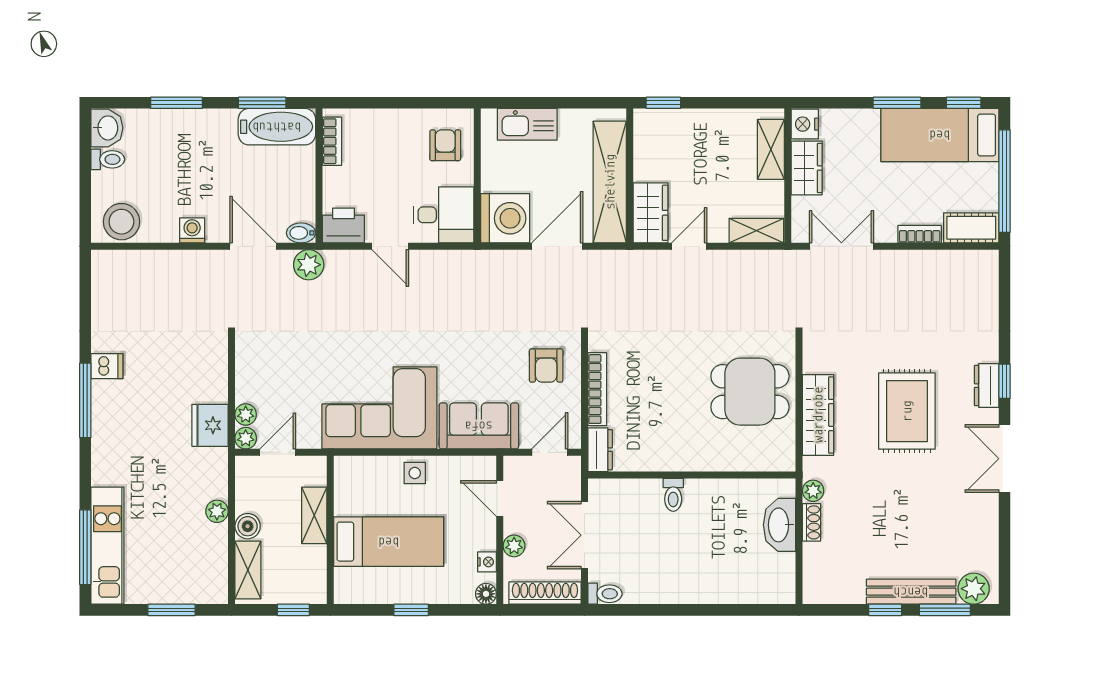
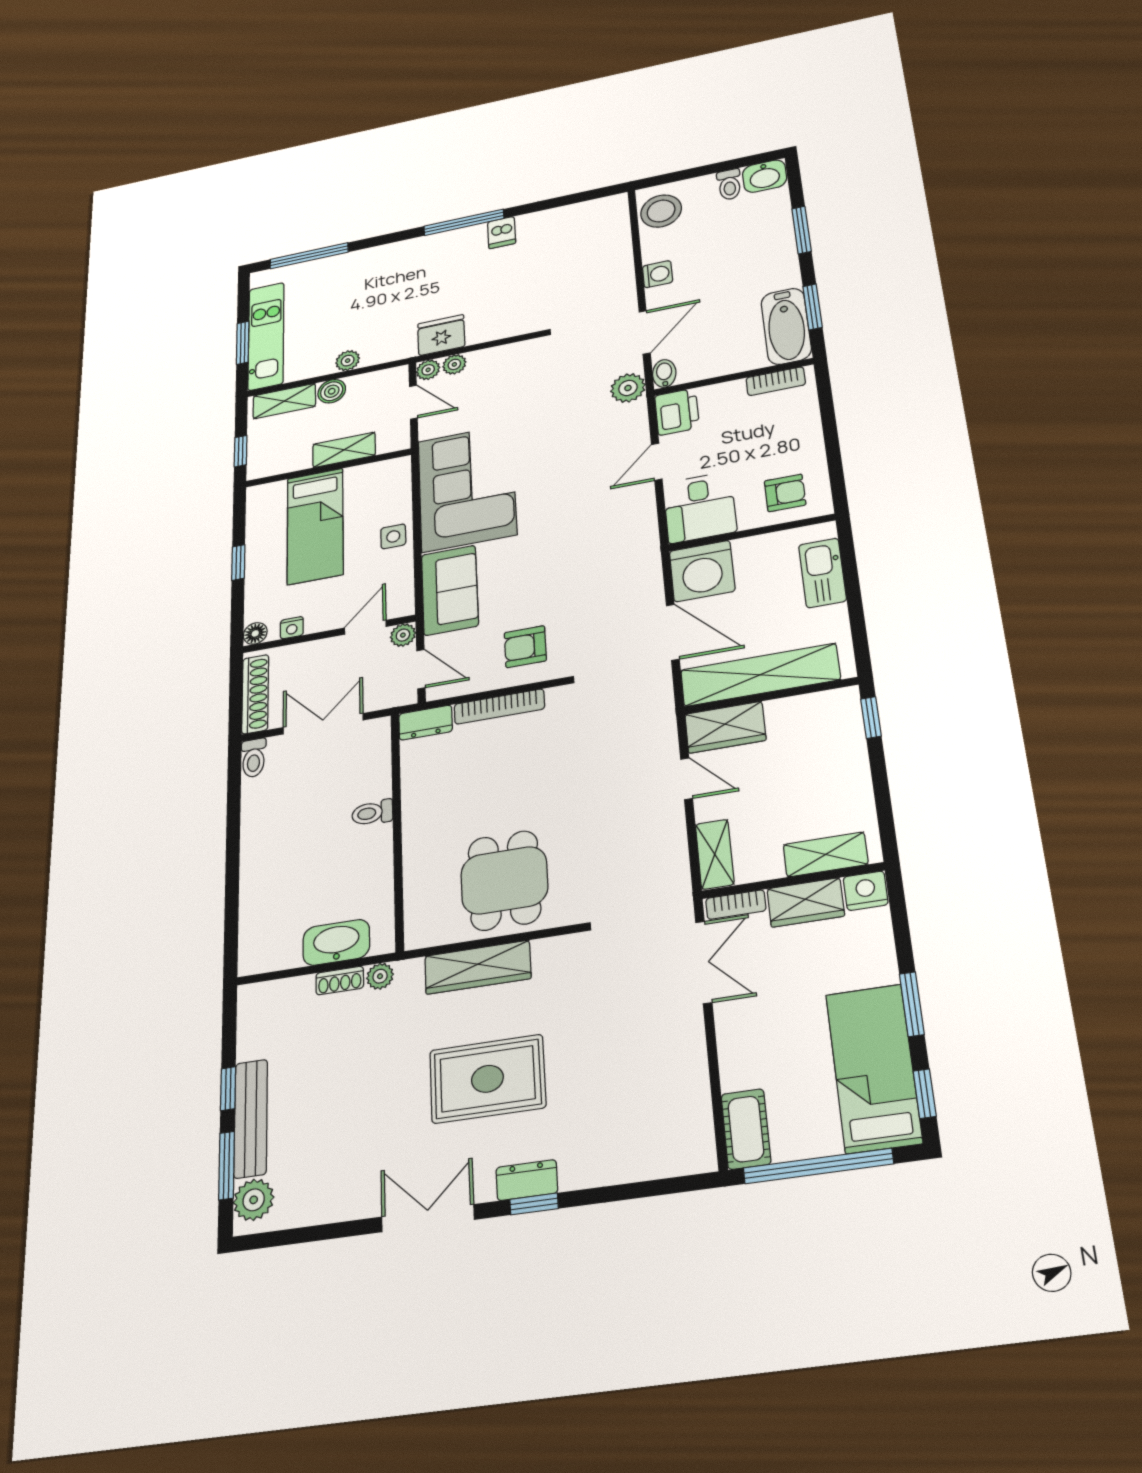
bookcase: (920, 234) -> (736, 905), moved, turned 90
kitchen unit: (107, 546) -> (266, 336), moved, turned -90
plant: (514, 546) -> (403, 635), moved

